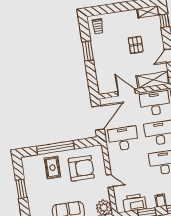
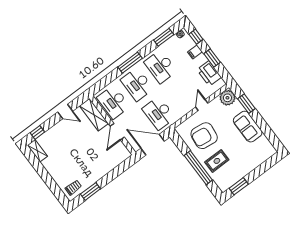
pallet: (136, 45) -> (72, 146), removed
window: (88, 51) -> (90, 191), moved
armchair: (81, 168) -> (204, 136), turned -83
window: (21, 189) -> (239, 186), moved

